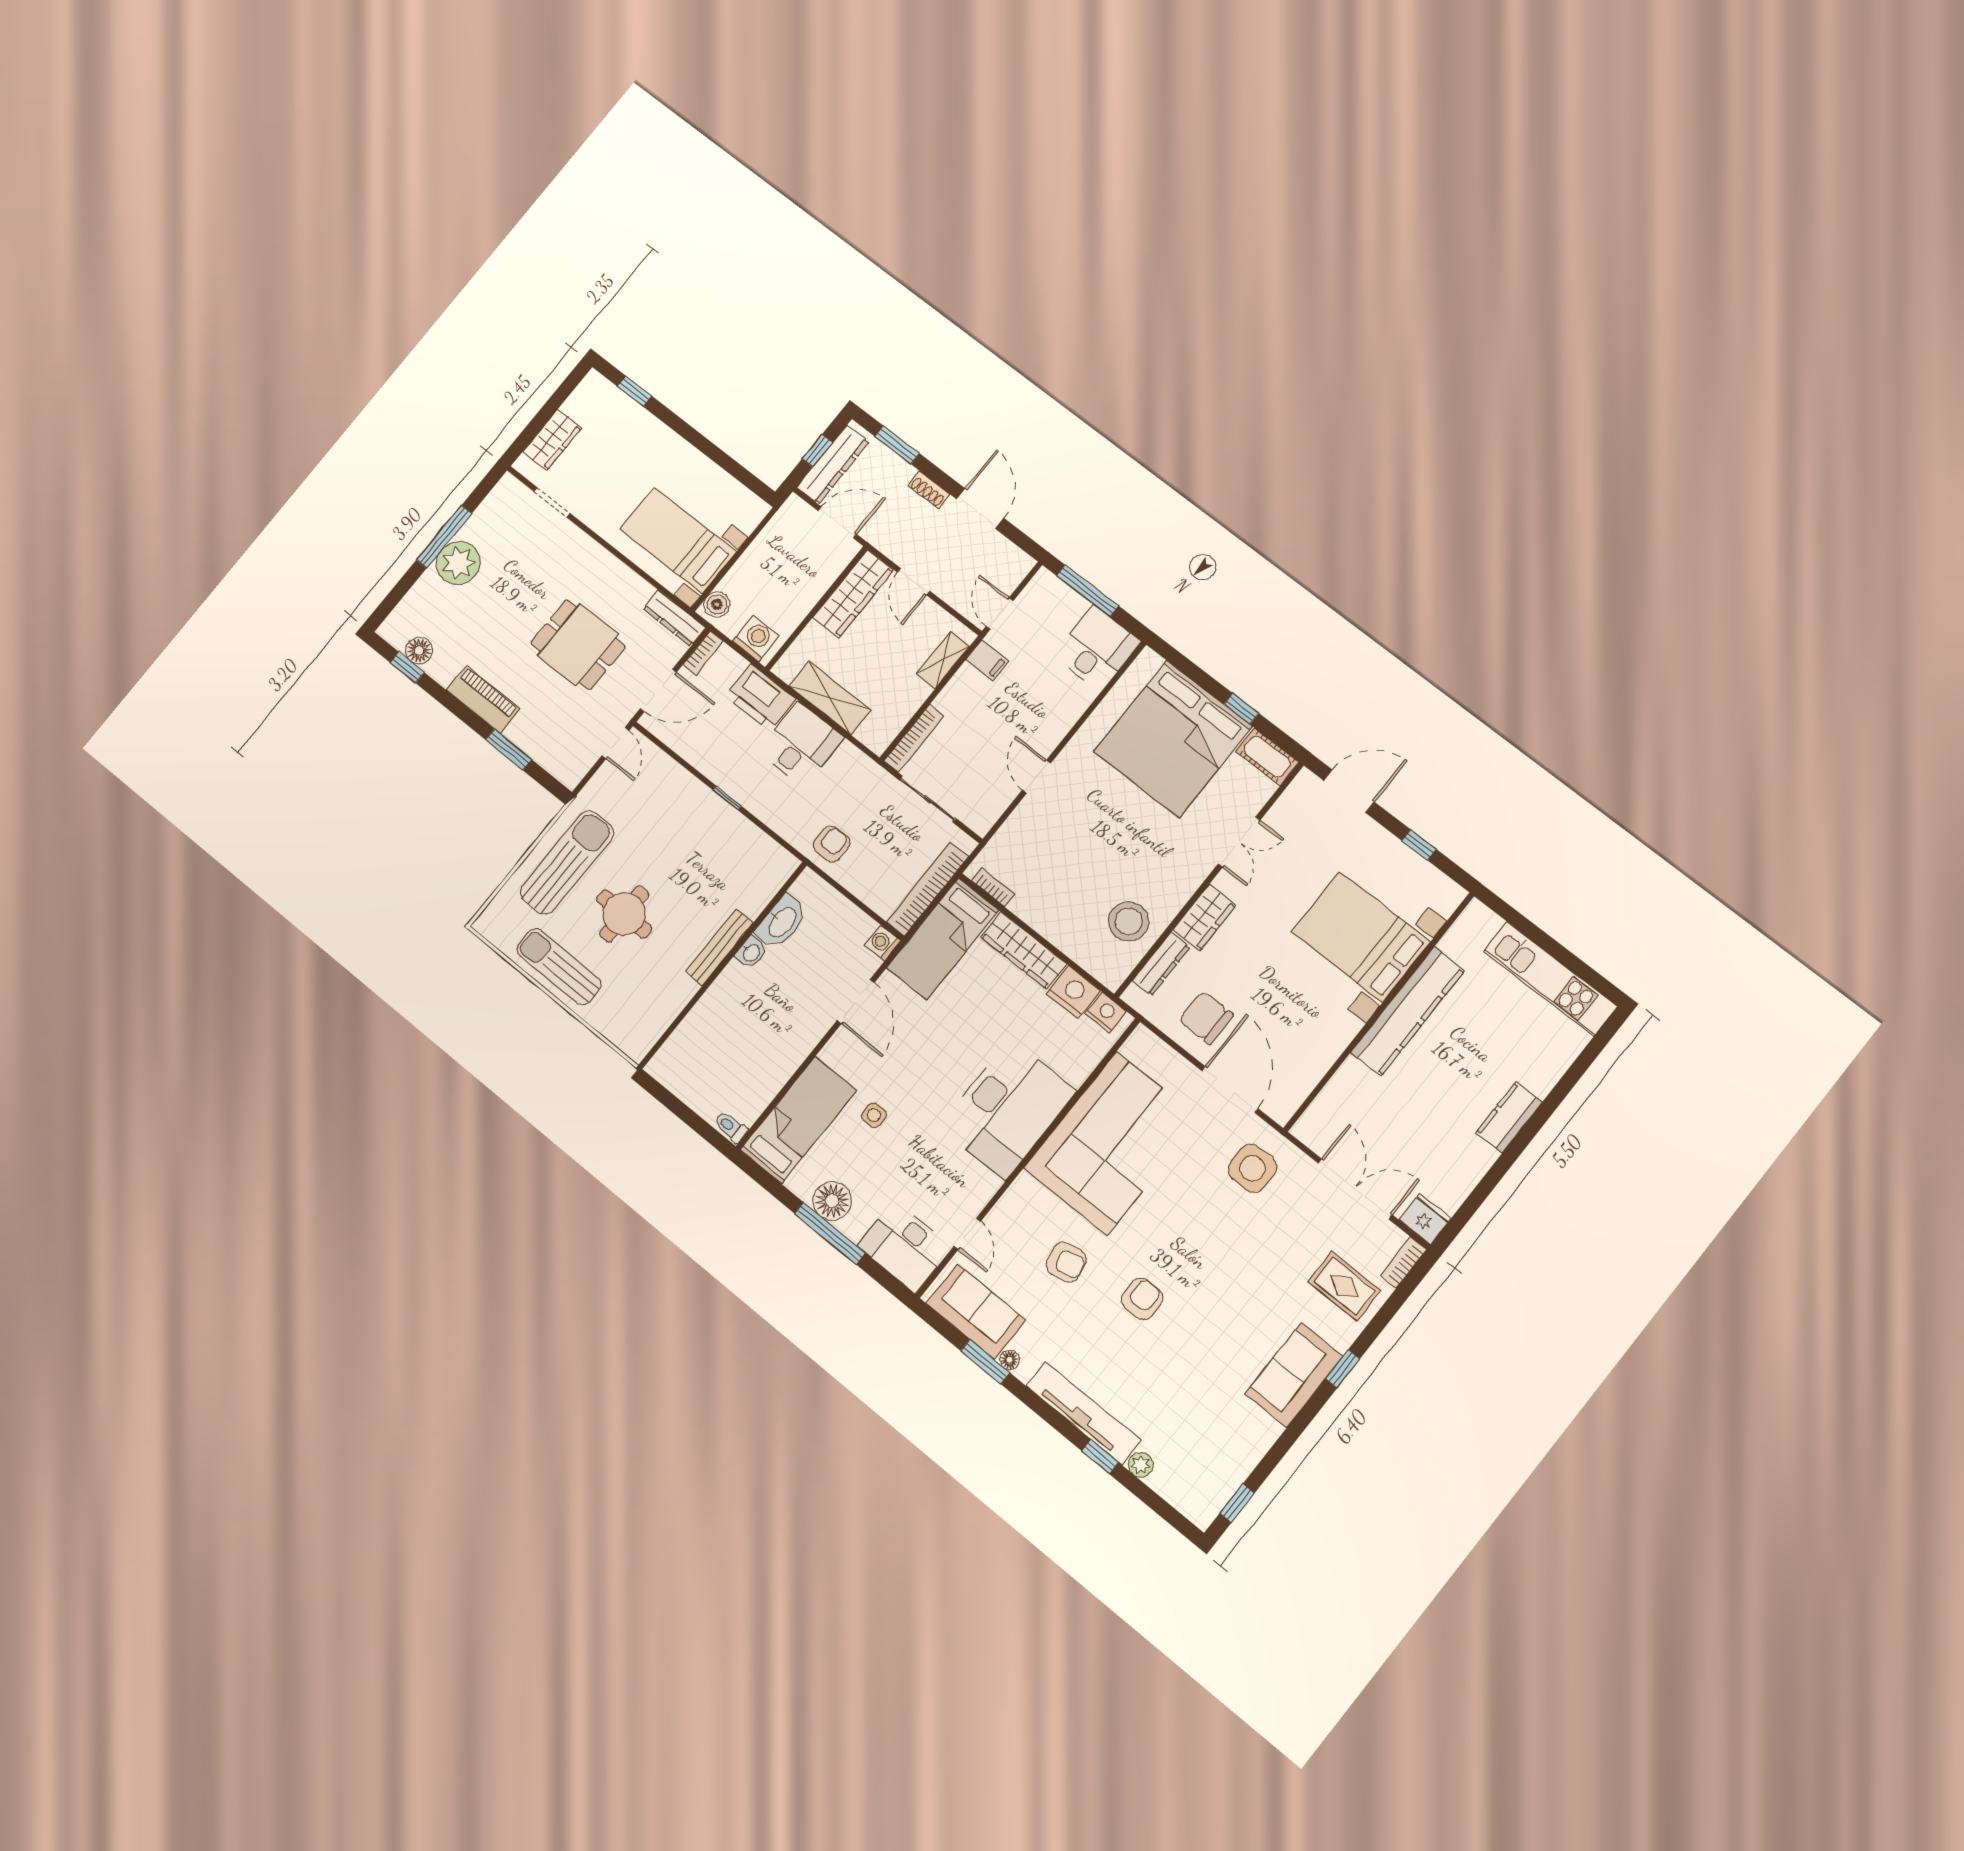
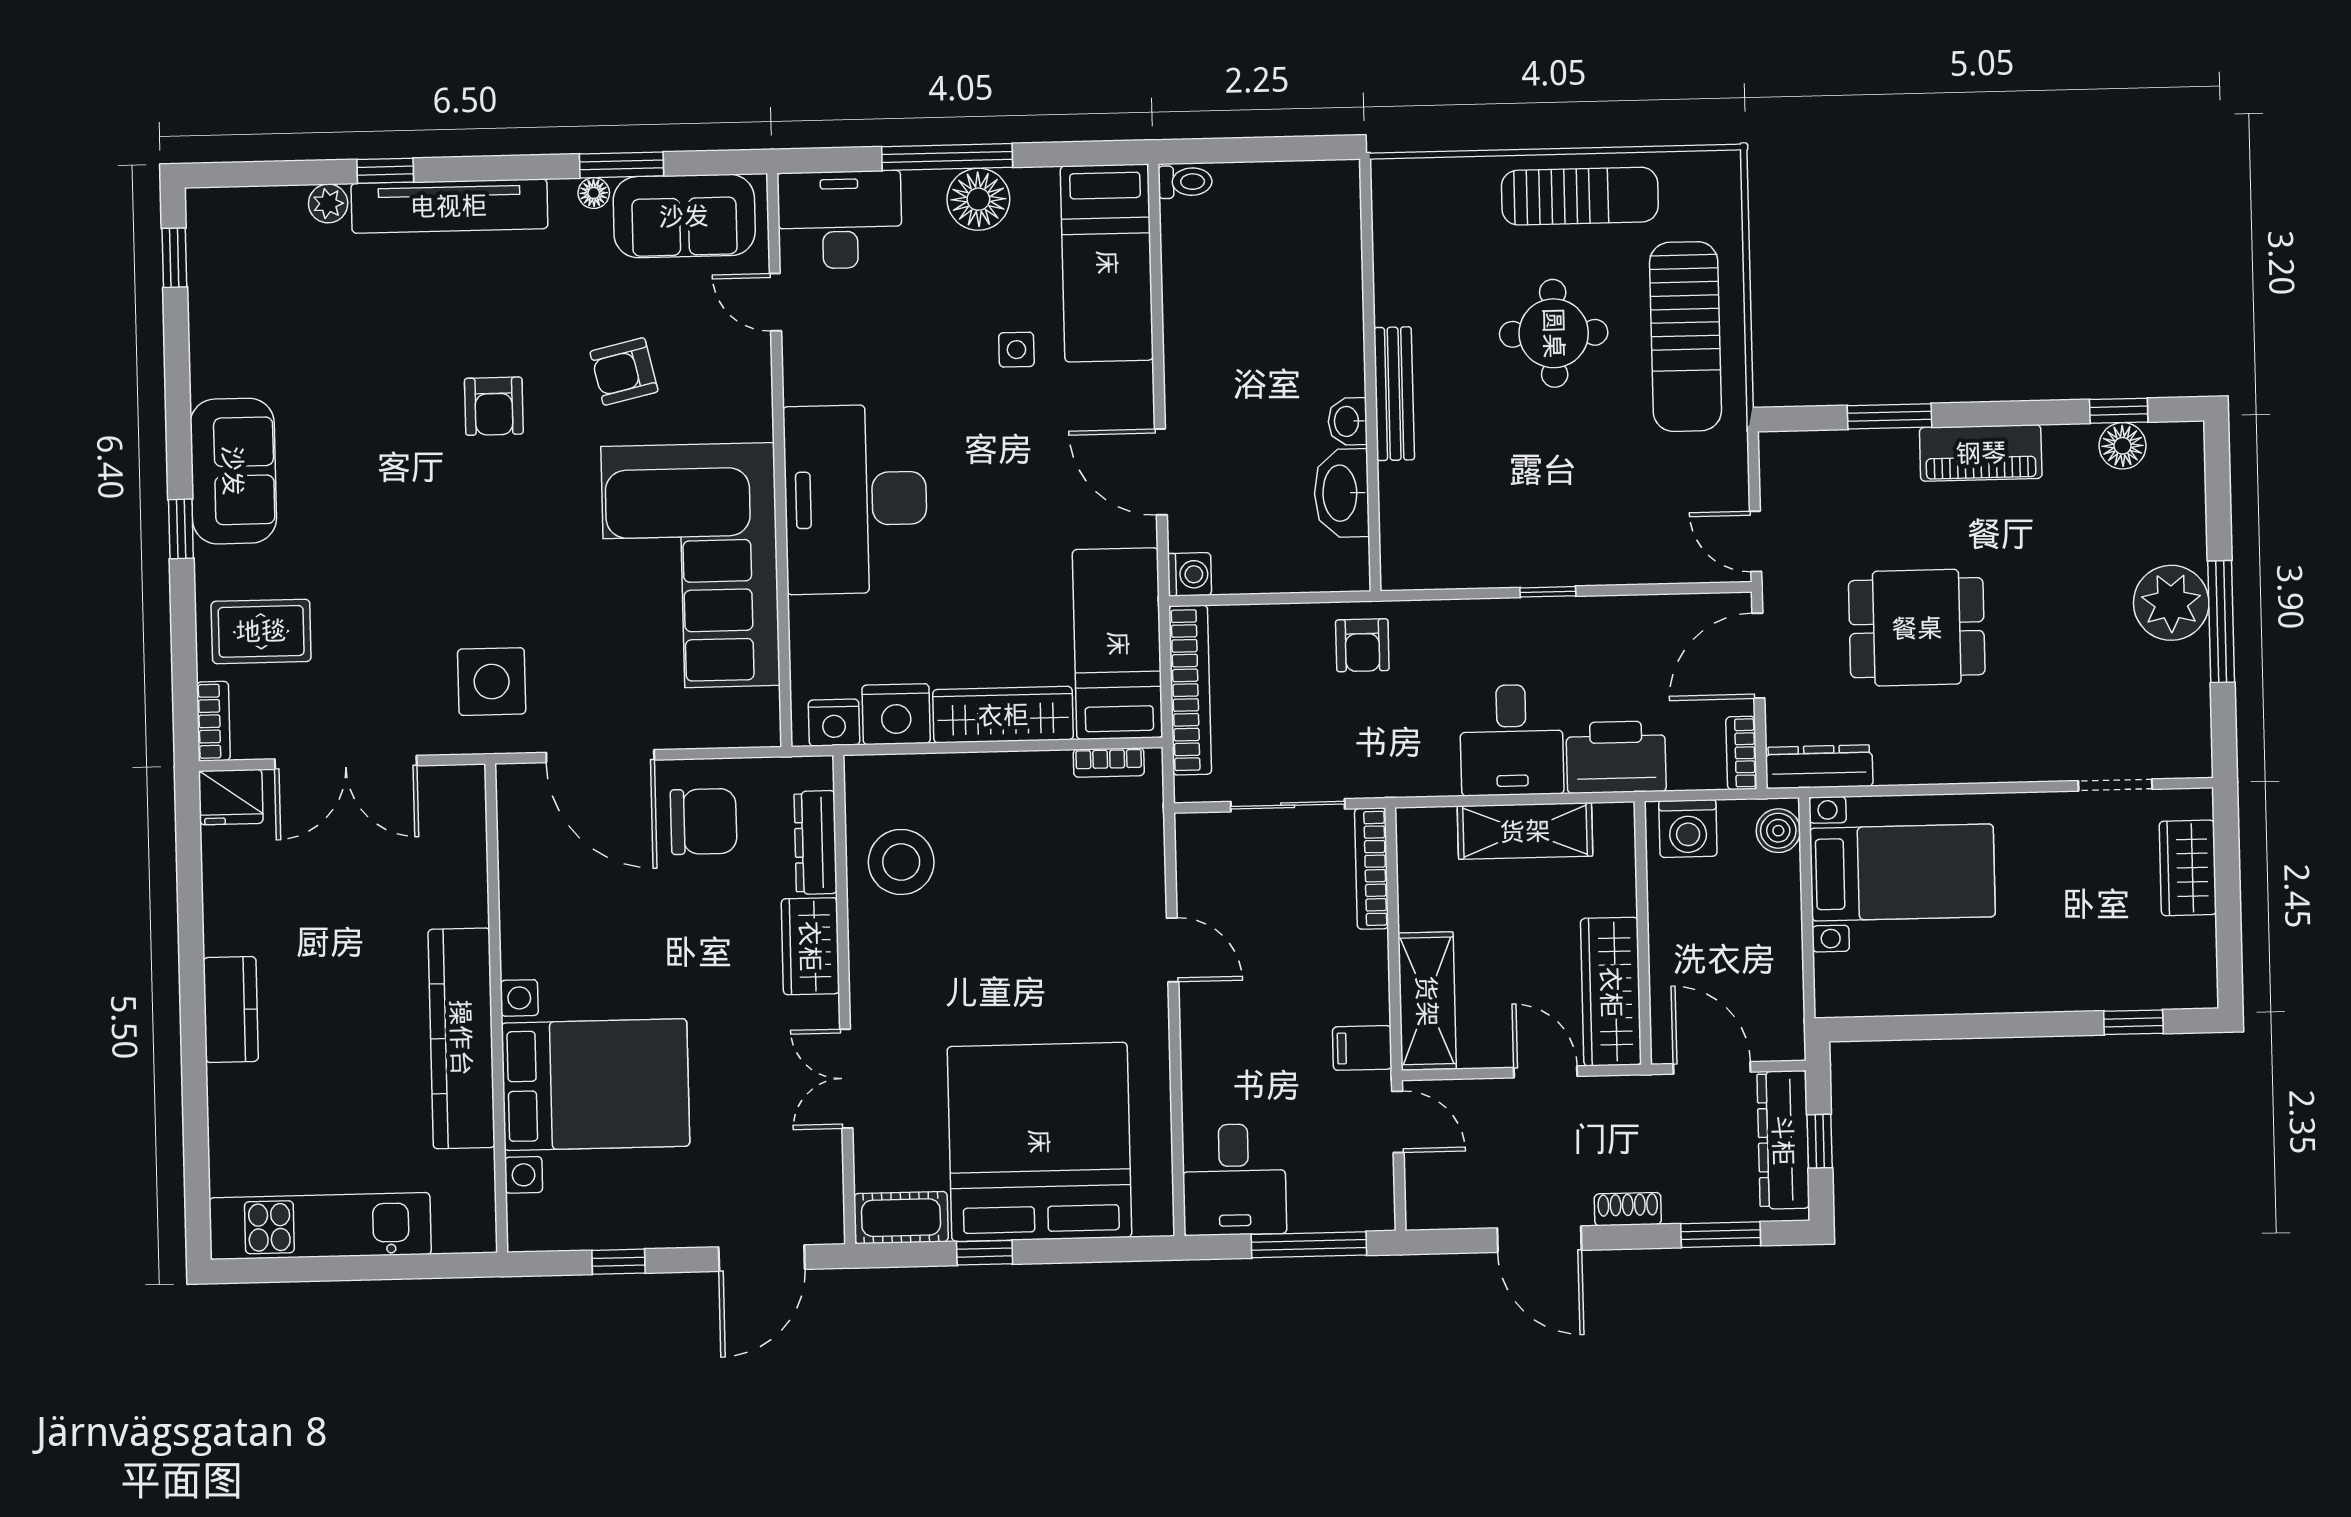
door: (837, 523) -> (1712, 1068), swing flipped
shelving: (943, 660) -> (1427, 1001), width x1.50, depth x1.33

